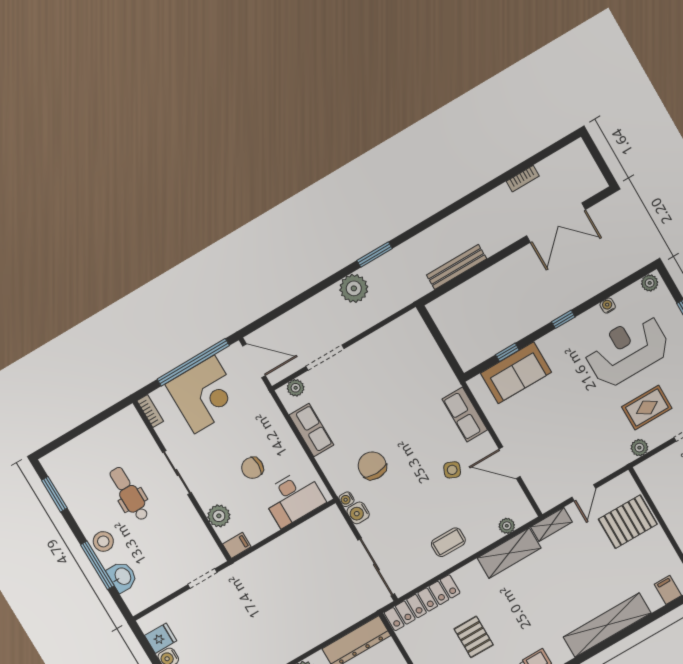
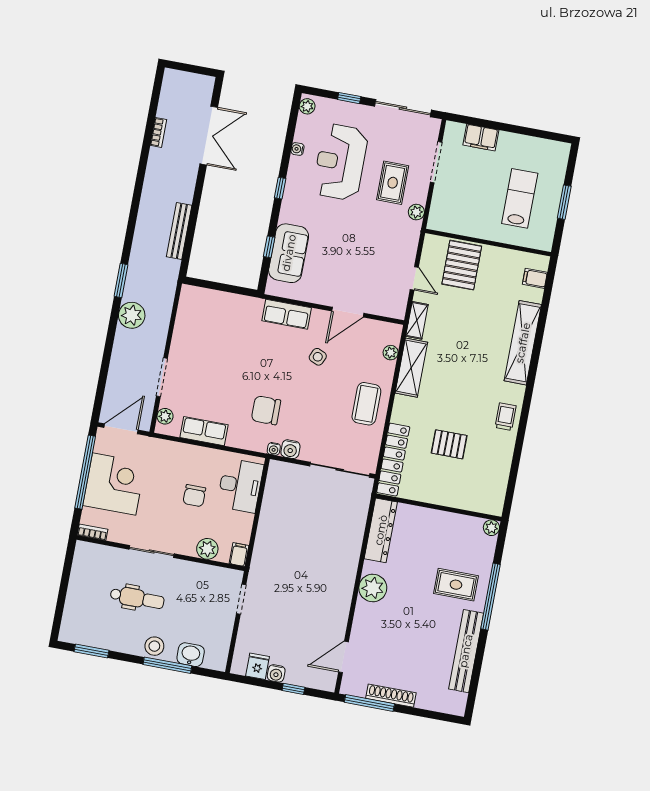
dental chair: (129, 494) -> (137, 598), turned 180
coffee table: (448, 542) -> (366, 404), width x1.36, depth x1.30

